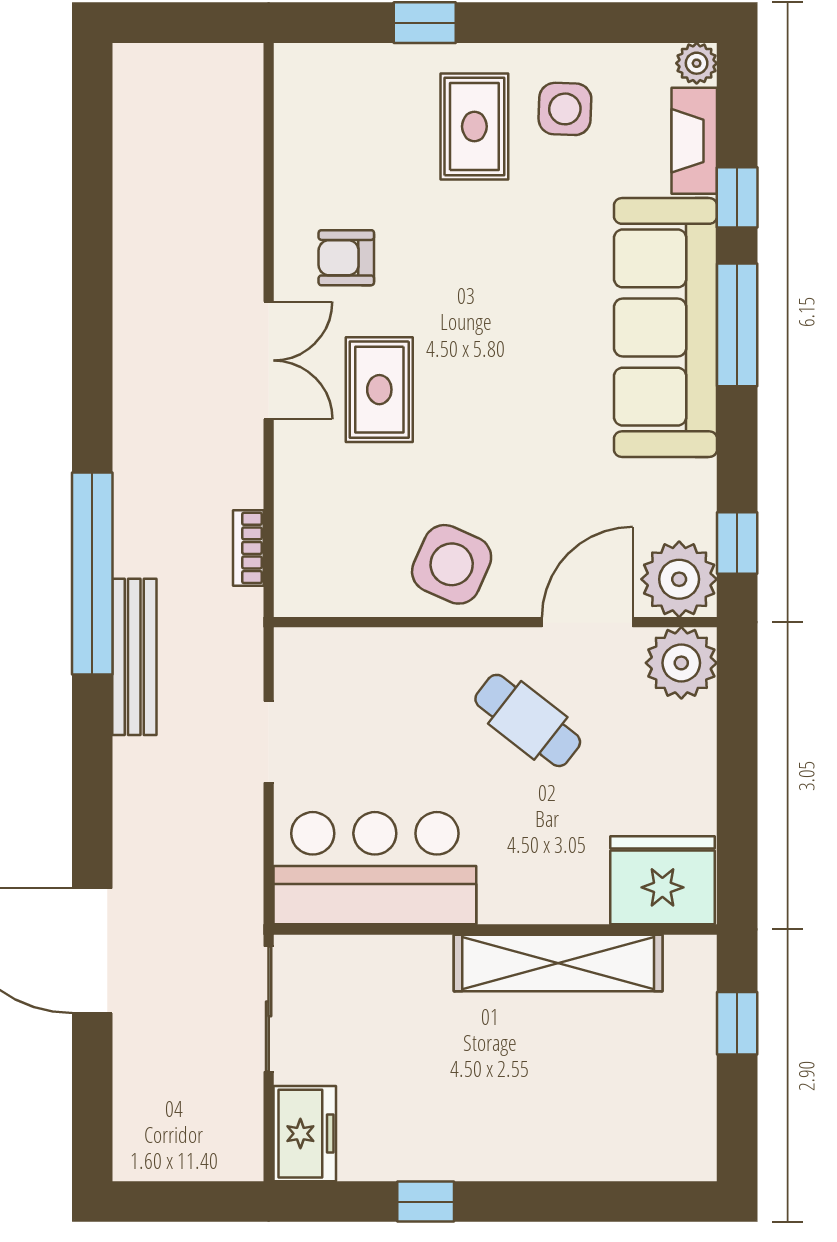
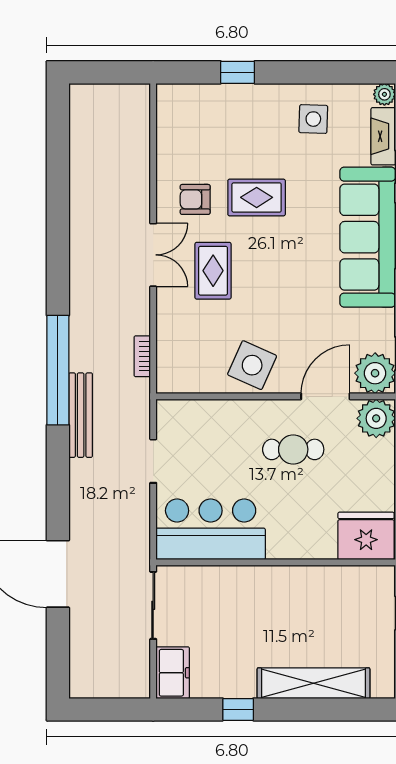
rug: (474, 126) -> (257, 197), moved, turned 90
cafe table: (528, 720) -> (293, 449), turned -38
shelving: (558, 963) -> (314, 683), moved

